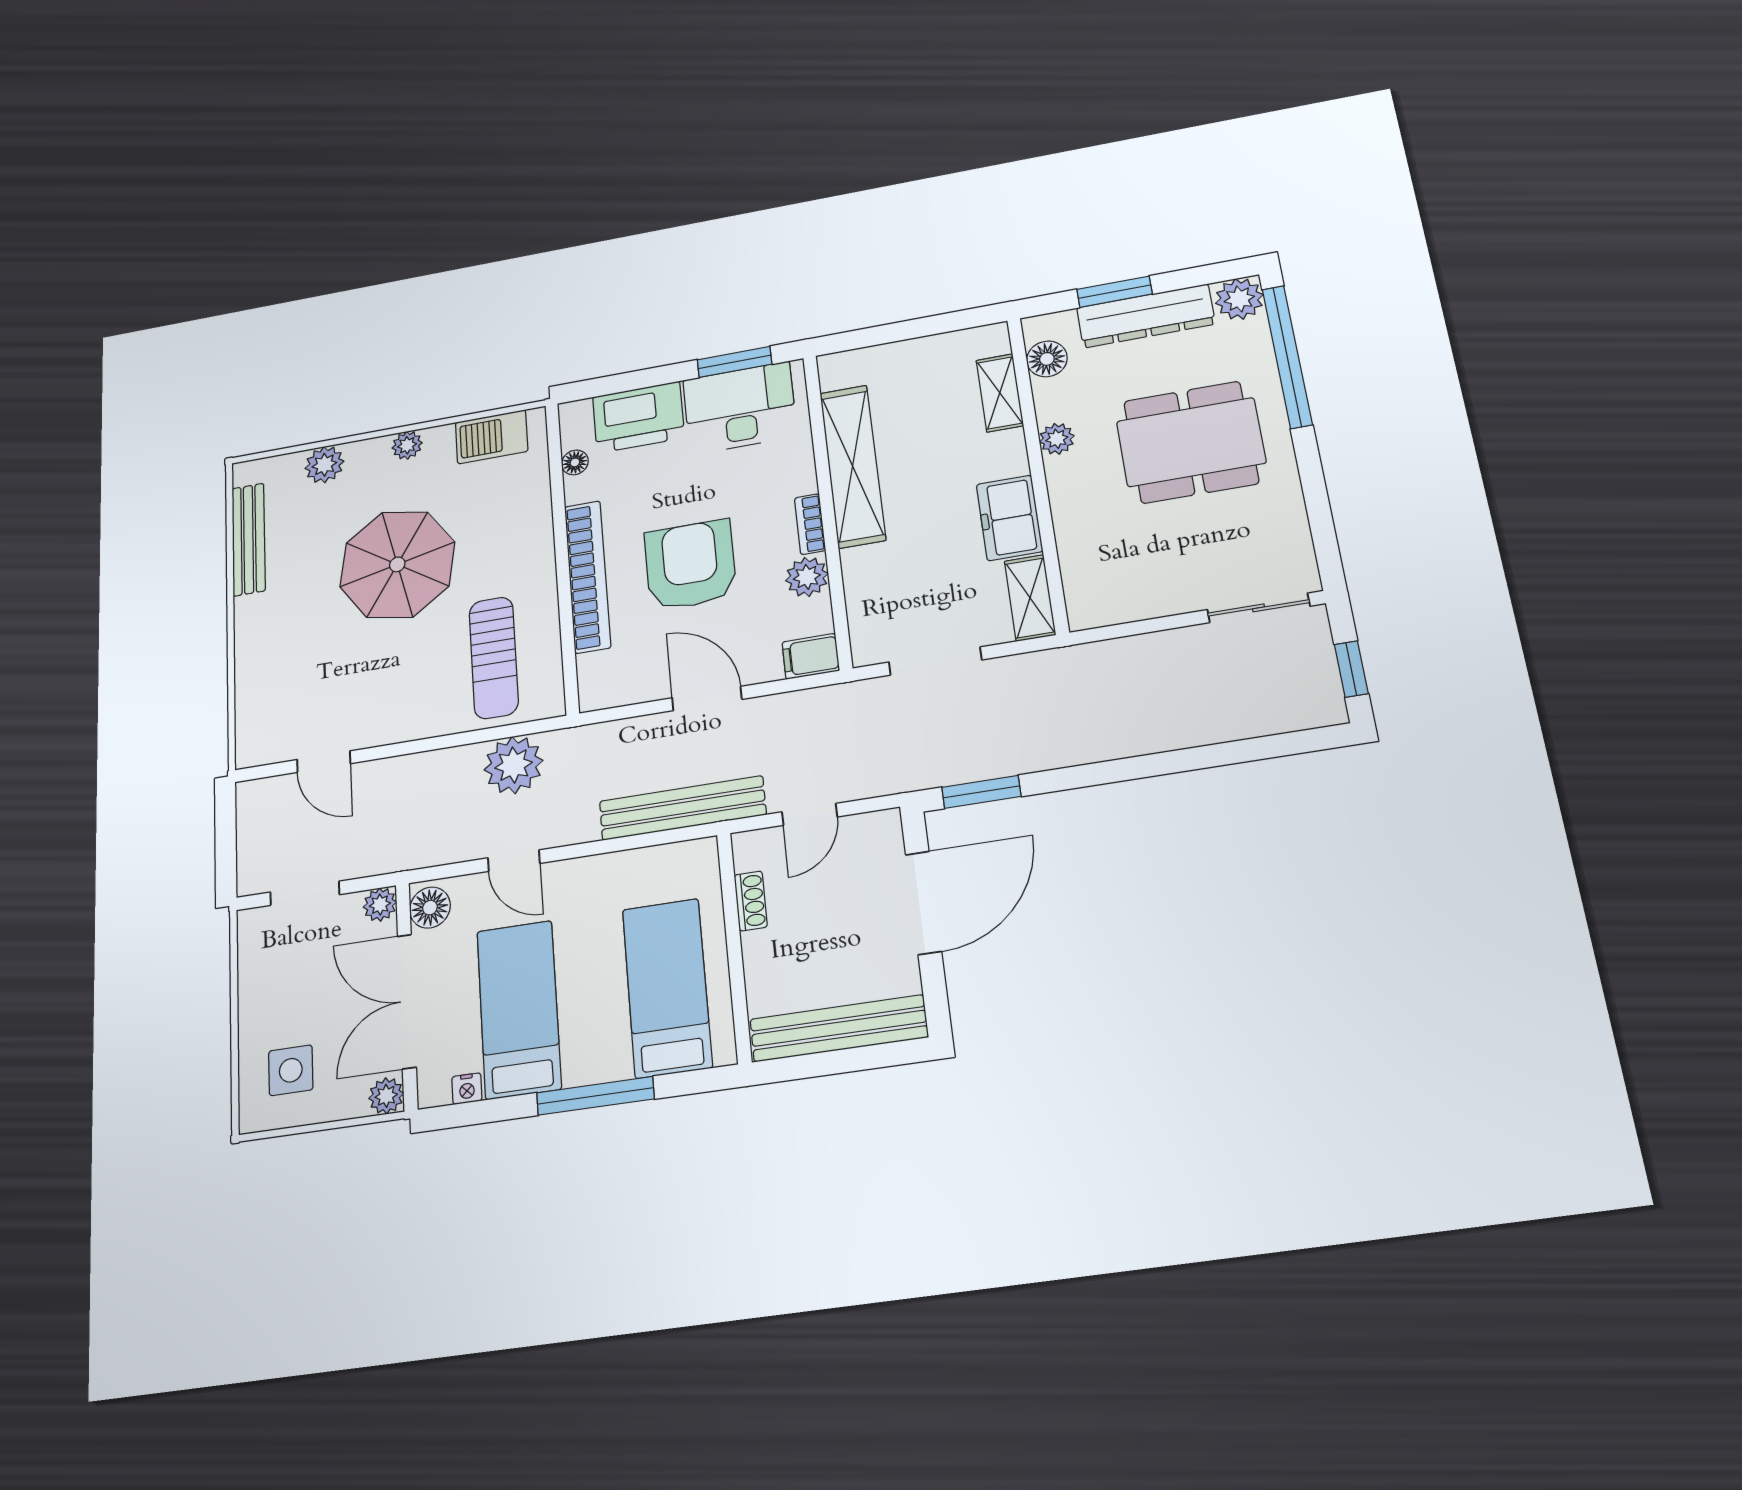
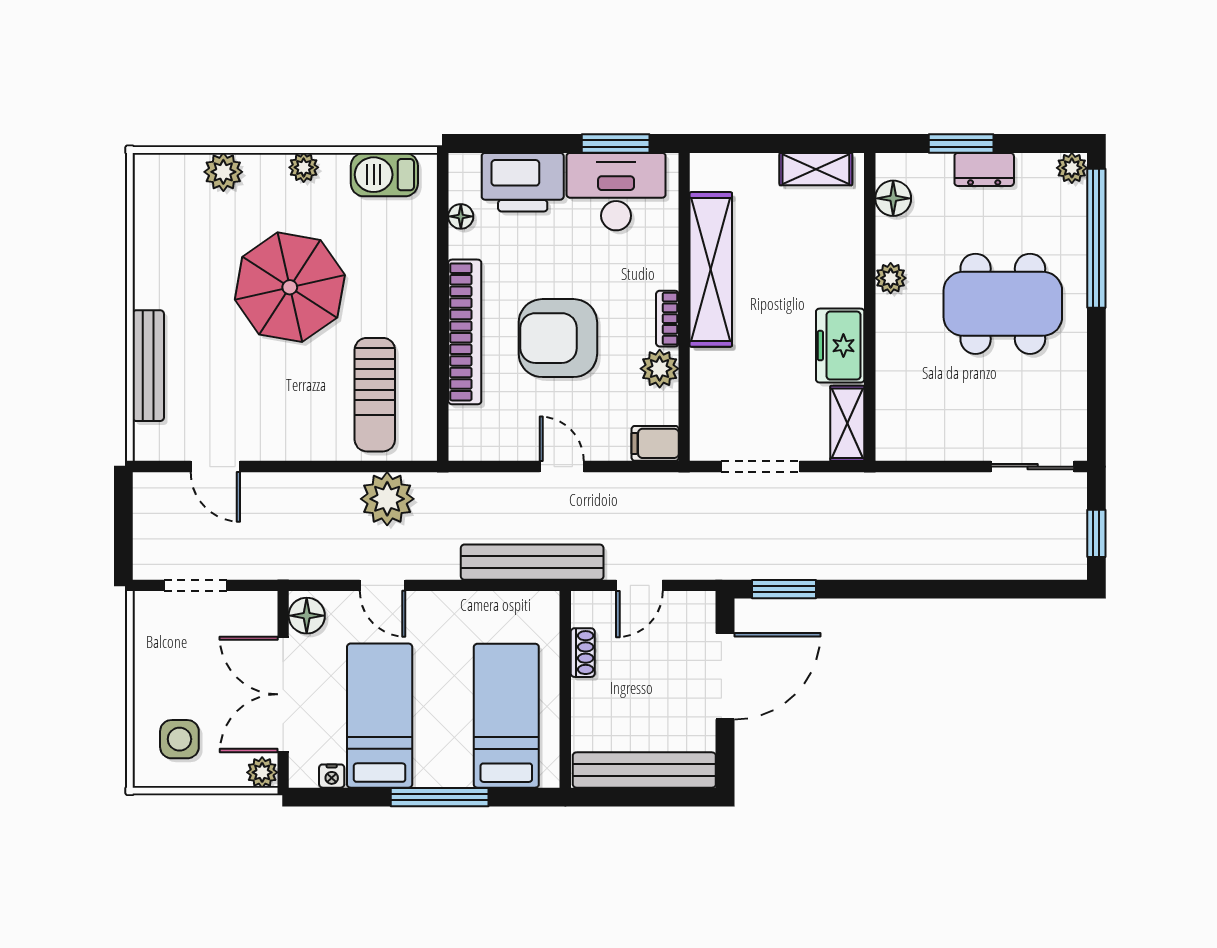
plant: (1239, 299) -> (1072, 168), width x0.73, depth x0.73
dresser: (1146, 316) -> (984, 169), width x0.51, depth x0.80
shelving: (1000, 393) -> (816, 169), moved, turned 90
bench: (249, 539) -> (148, 366), moved
armchair: (690, 565) -> (558, 338), turned -90
door: (707, 699) -> (562, 467), width x0.73
plant: (380, 905) -> (262, 606), removed

